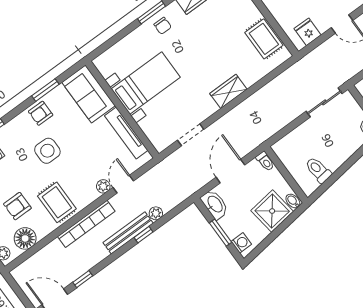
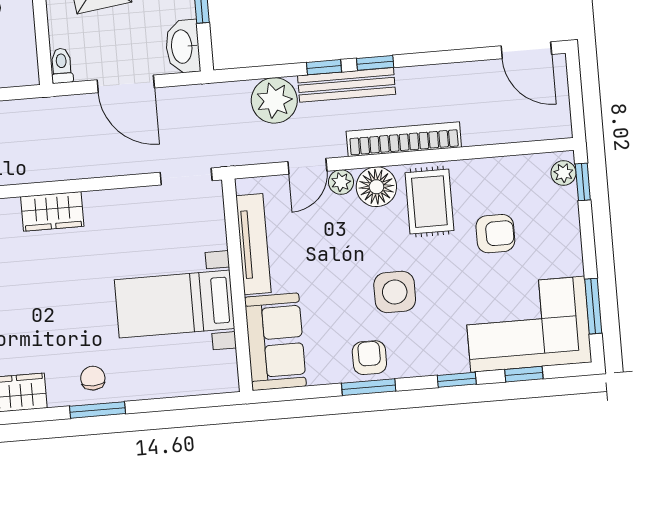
window: (45, 90) -> (369, 387), moved
armchair: (41, 113) -> (369, 358), turned -90
doorway: (191, 135) -> (186, 176), moved
door: (230, 171) -> (126, 84), hinge flipped
plant: (156, 213) -> (274, 100), width x1.88, depth x1.88
floor lamp: (25, 238) -> (376, 187), moved
window: (83, 279) -> (375, 63), moved

